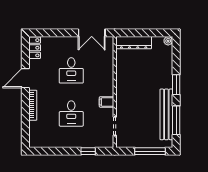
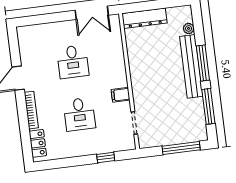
plant: (168, 41) -> (189, 28), moved
locker: (35, 48) -> (38, 143), moved
window: (176, 85) -> (203, 63), width x1.44
bench: (166, 114) -> (191, 66), moved

